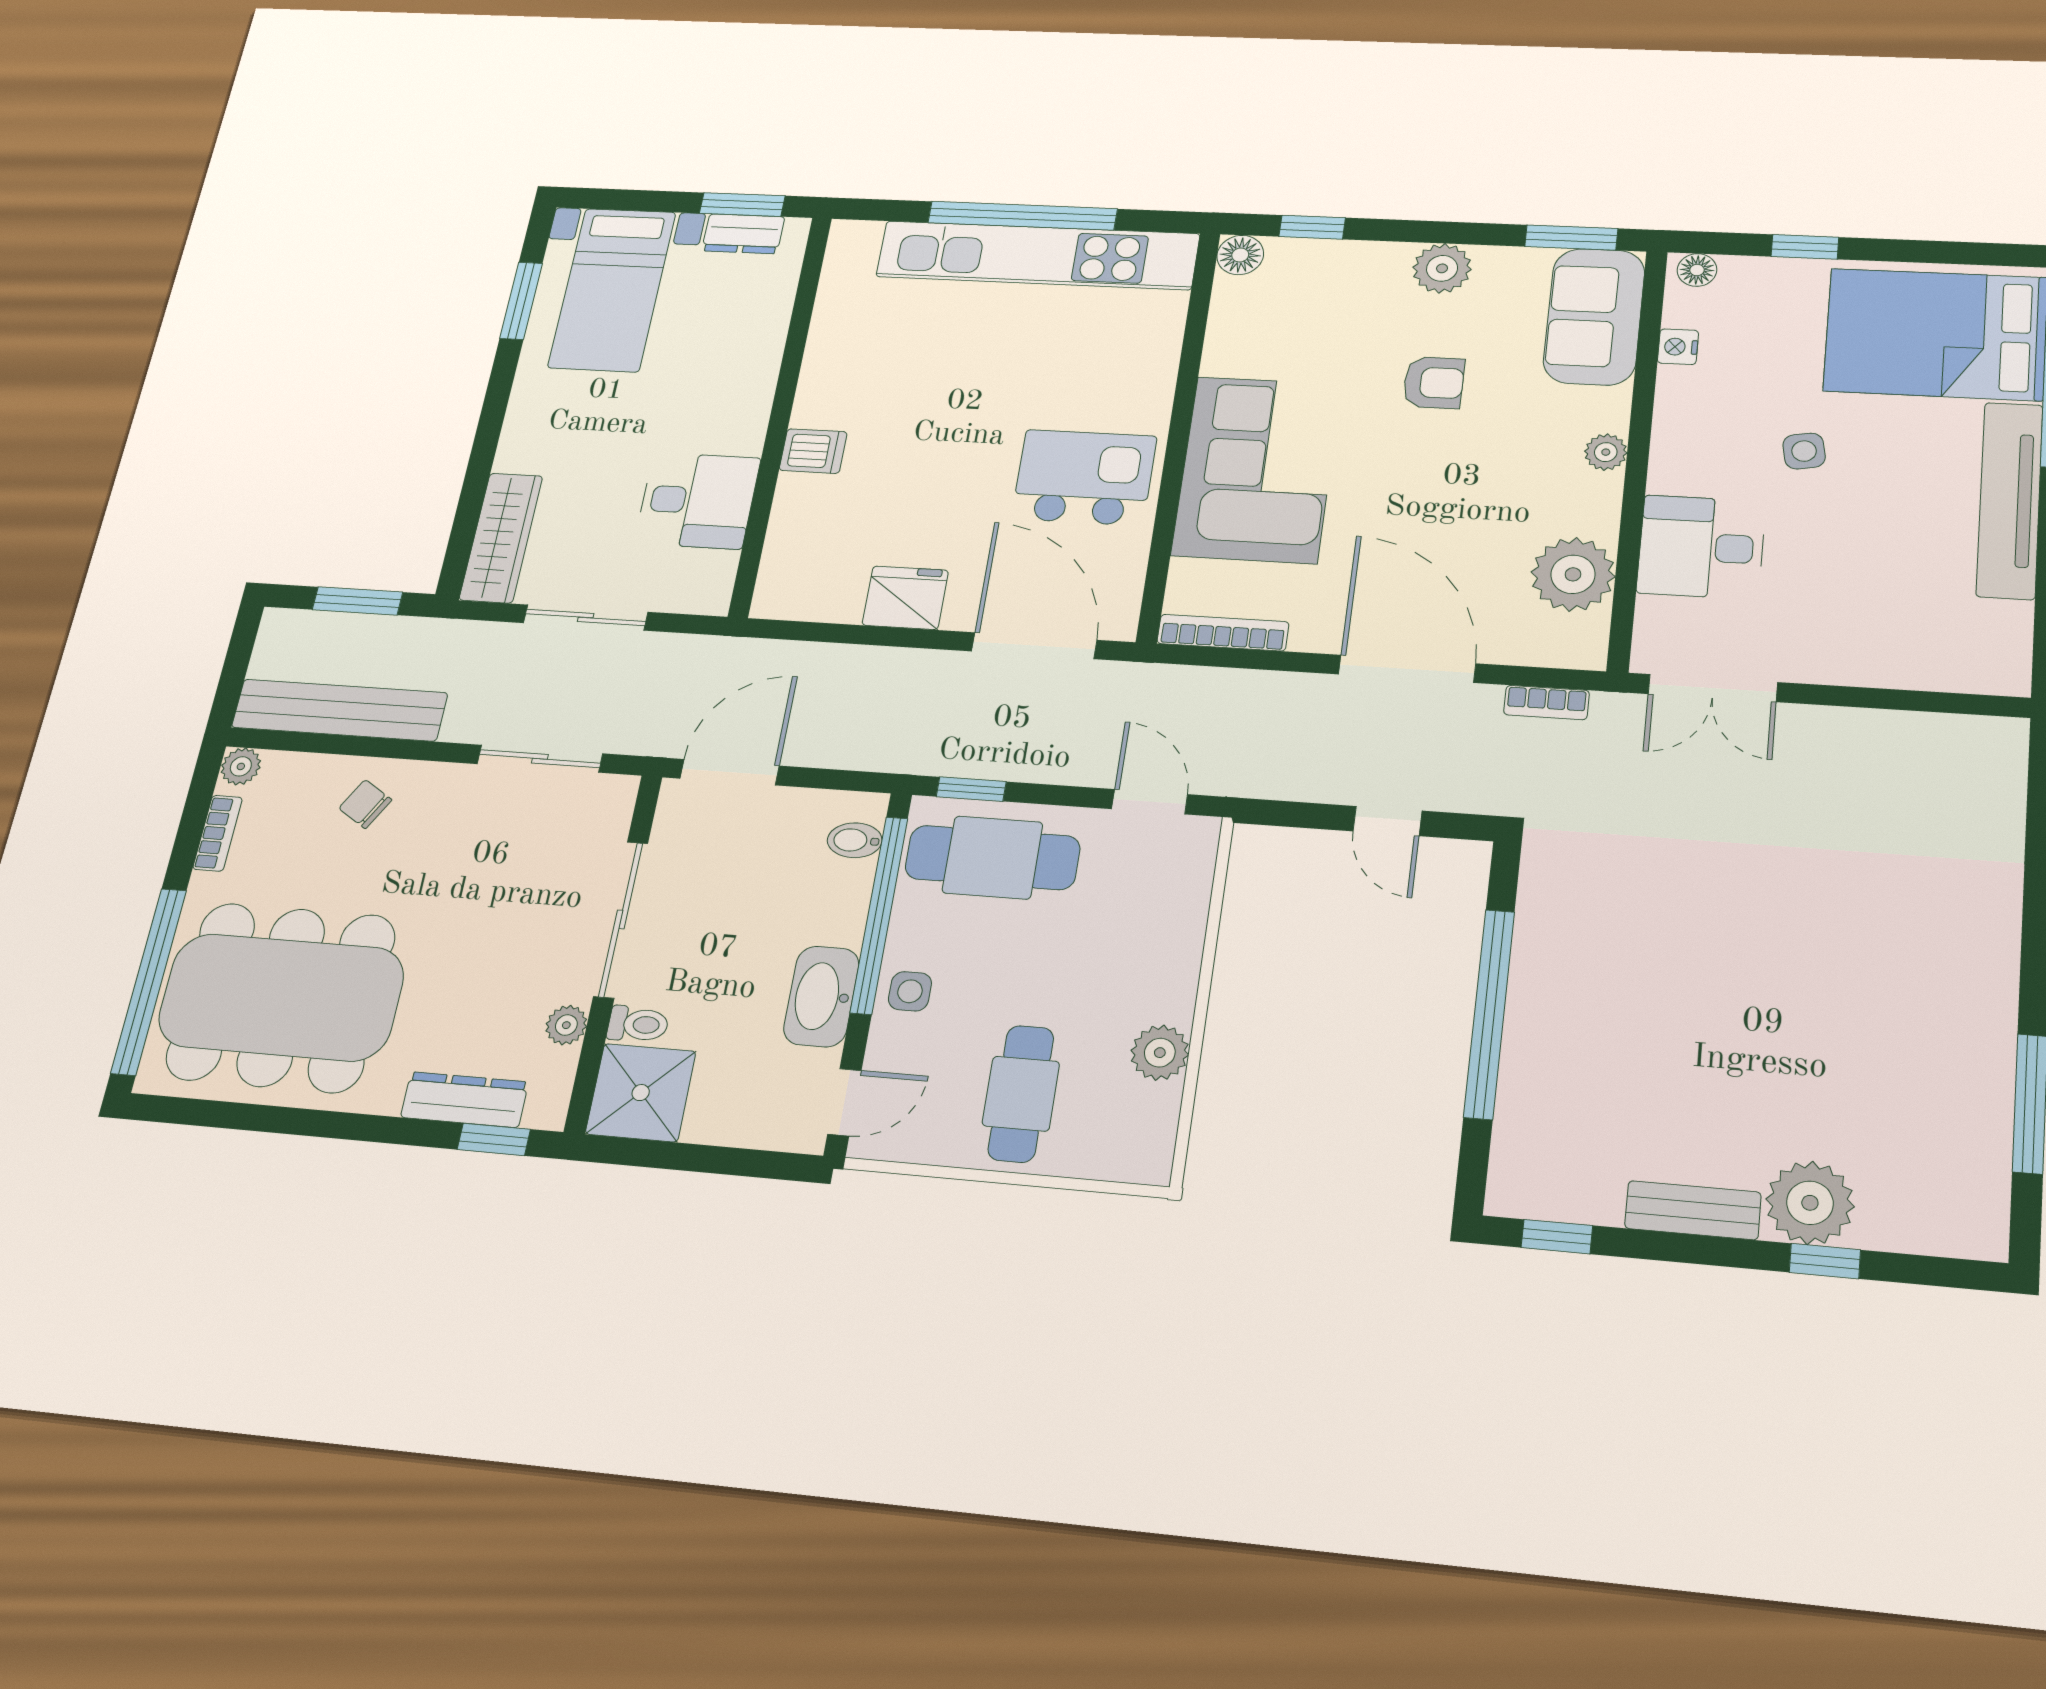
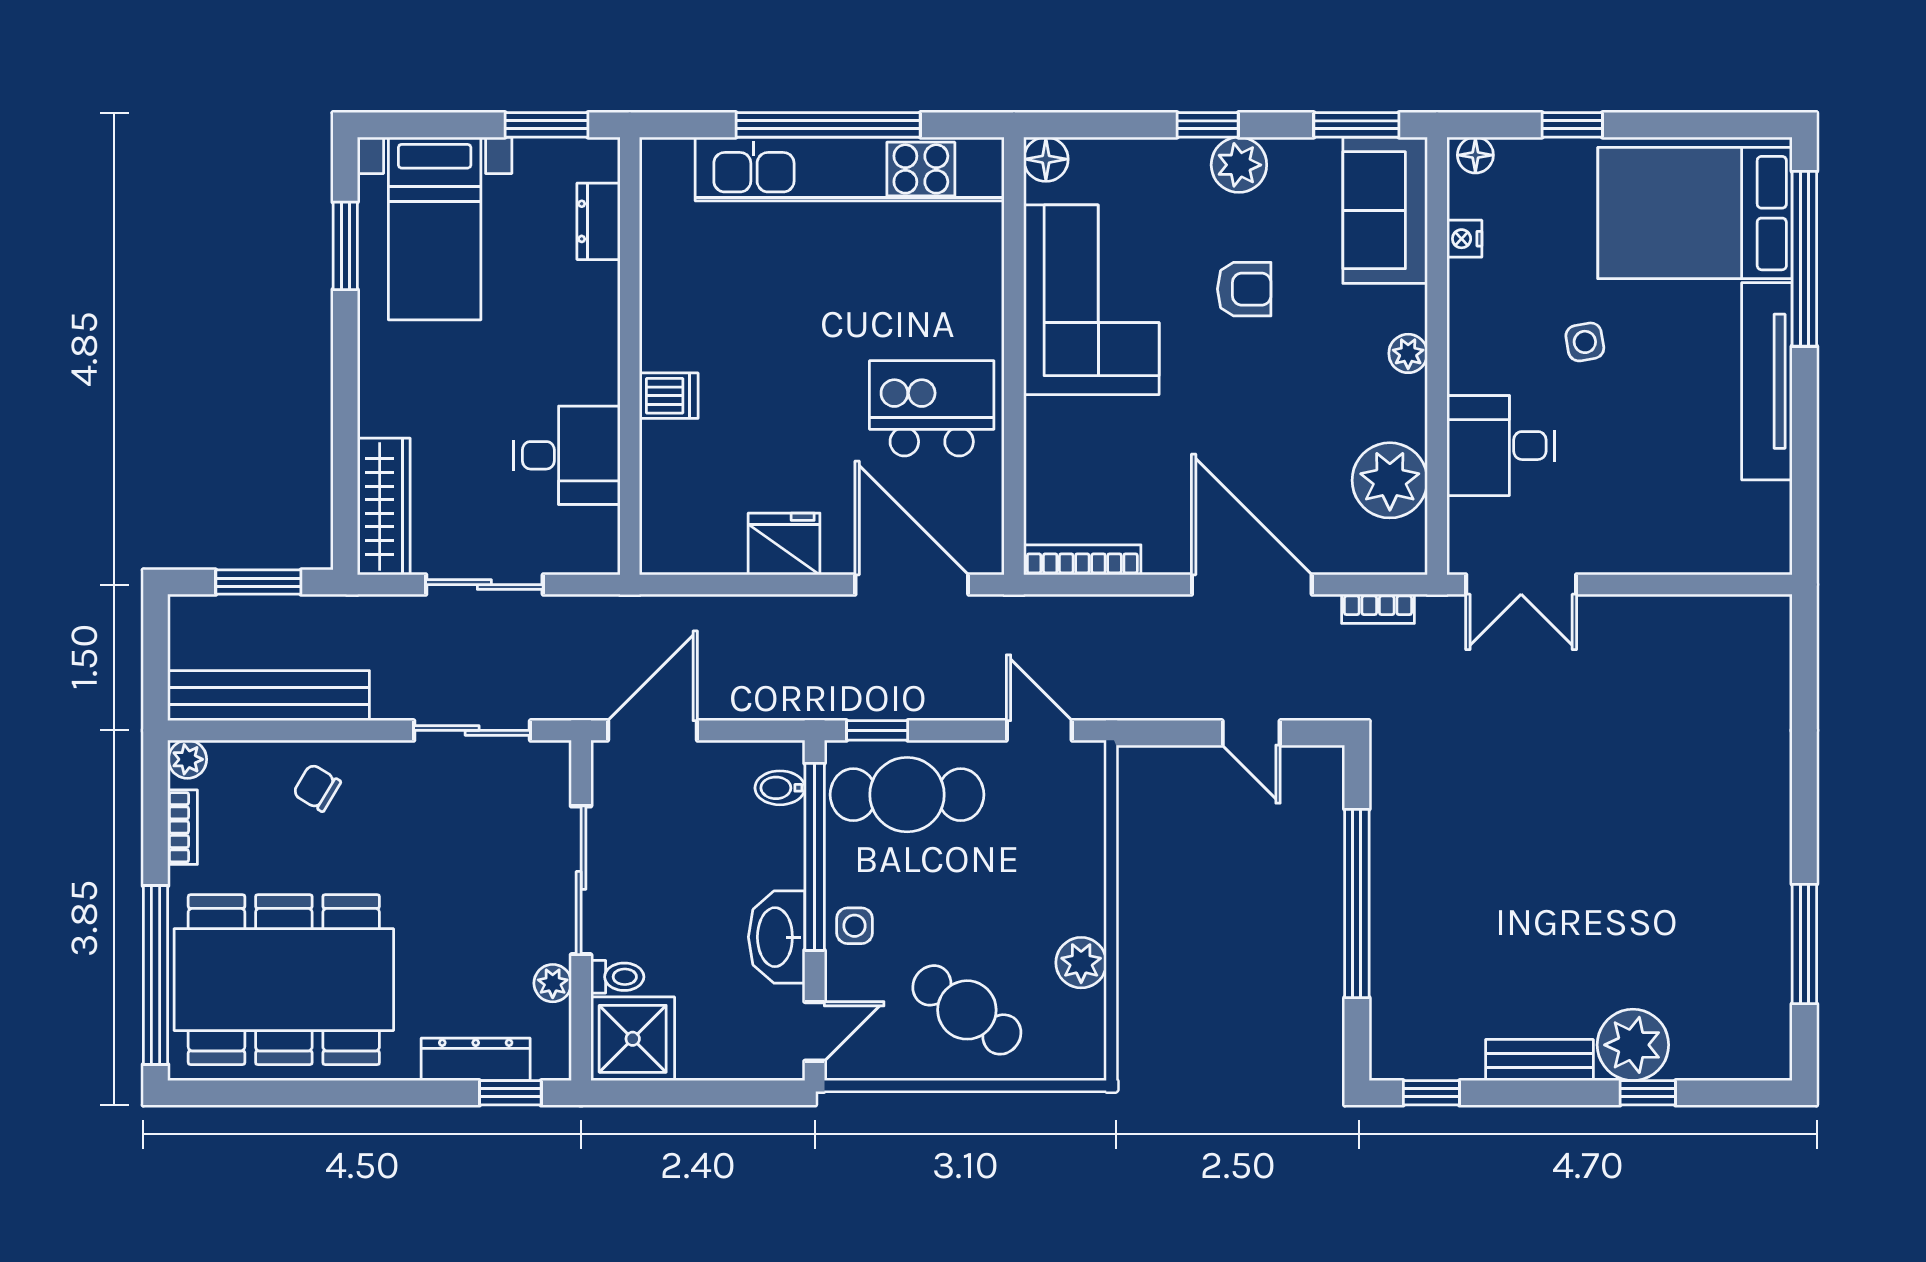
window: (1312, 227) -> (1208, 125), moved
dresser: (743, 234) -> (598, 221), moved, turned 90
corner sofa: (1257, 469) -> (1091, 300), moved
cafe table: (1021, 1094) -> (967, 1010), turned -55

